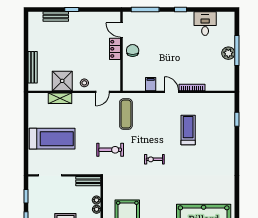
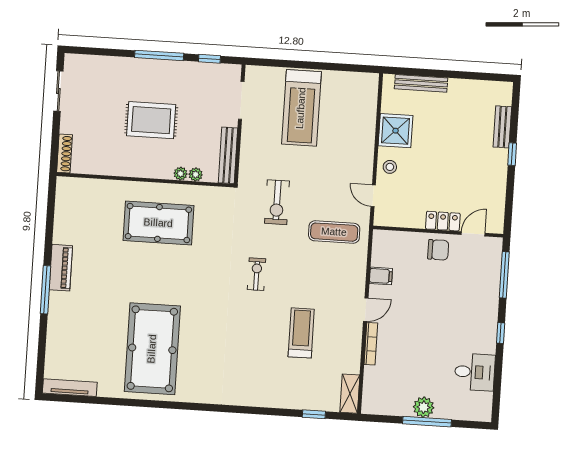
shelving: (60, 98) -> (350, 394), moved
treadmill: (188, 130) -> (301, 333), turned -90
bench: (88, 181) -> (228, 155), width x1.36

